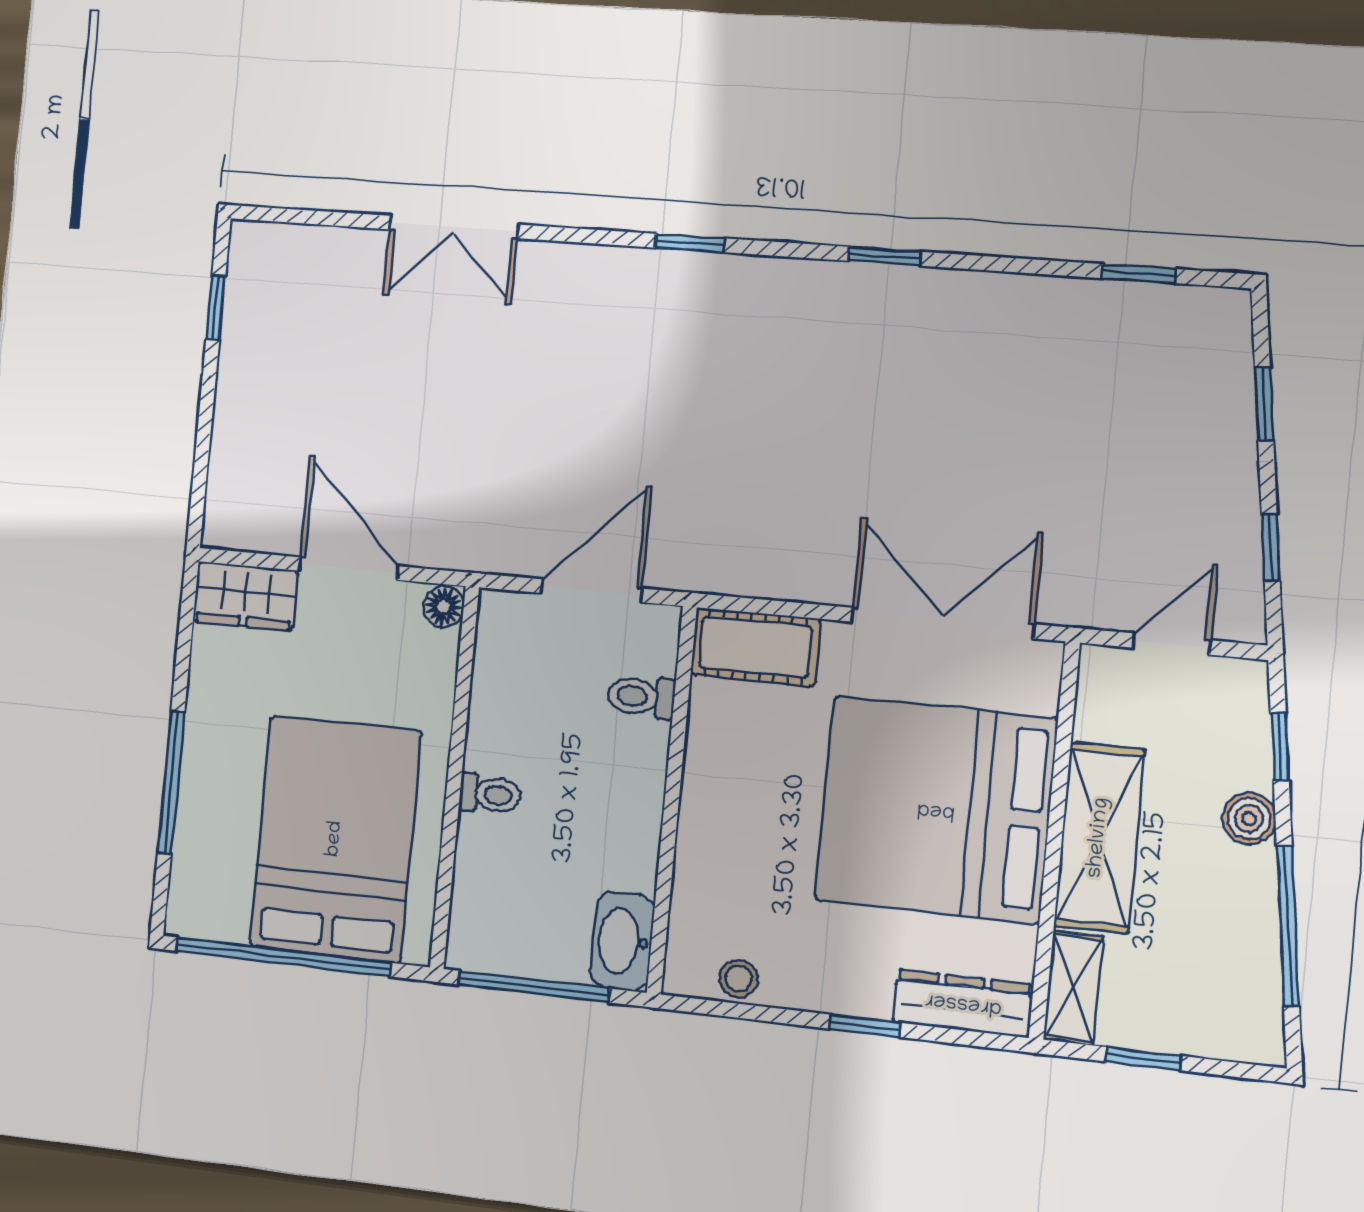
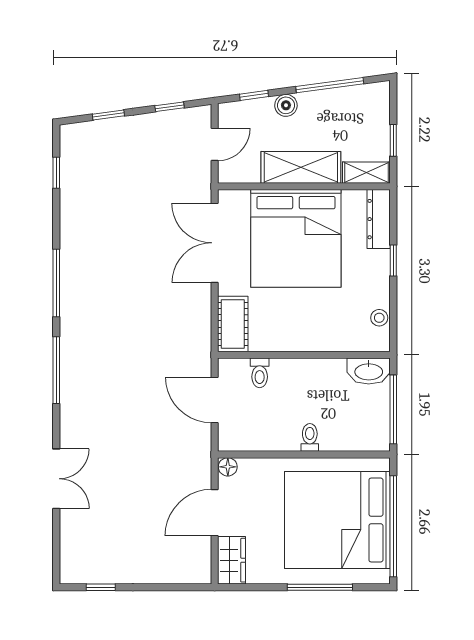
window: (690, 243) -> (56, 370), width x2.17
window: (885, 256) -> (56, 283), width x2.17
door: (1172, 644) -> (215, 144), swing flipped
bed: (335, 839) -> (337, 520), width x1.36

